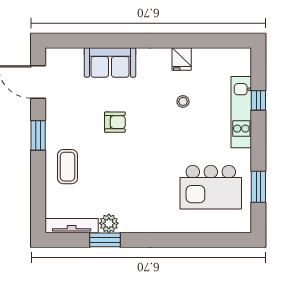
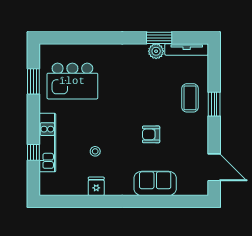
window: (38, 135) -> (214, 104), moved
kitchen island: (211, 187) -> (72, 81), turned 180

